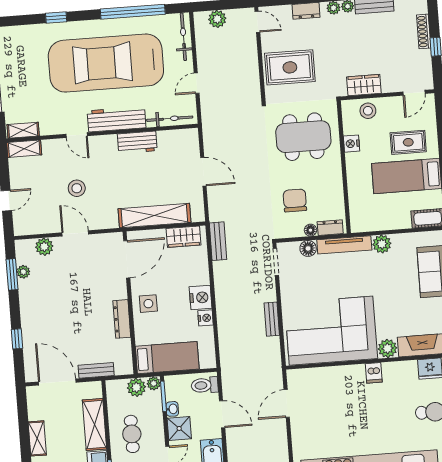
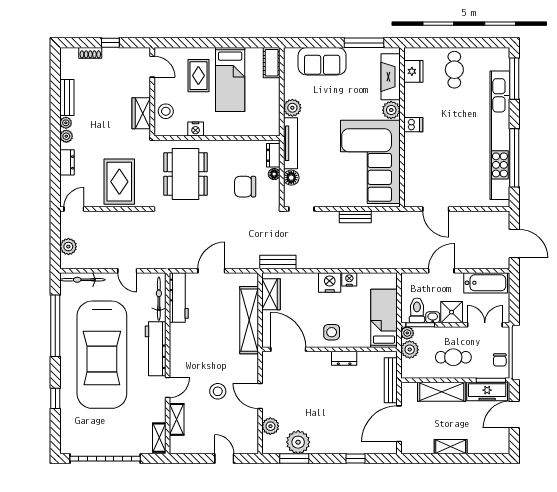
shoe rack: (424, 31) -> (90, 53), width x0.70
workbench: (137, 142) -> (179, 298), moved, width x1.38
shelving: (24, 149) -> (177, 419), moved
door: (75, 233) -> (260, 396), hinge flipped
plant: (23, 272) -> (298, 442), width x1.88, depth x1.88
dresser: (122, 319) -> (344, 358), width x0.70
bench: (96, 370) -> (391, 380), width x1.36
toilet: (205, 385) -> (417, 310), moved, turned 180

